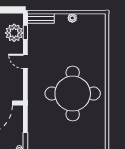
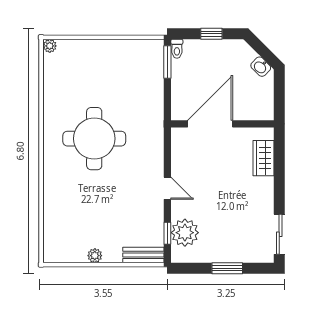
round table: (73, 94) -> (94, 139), width x0.73, depth x0.73

